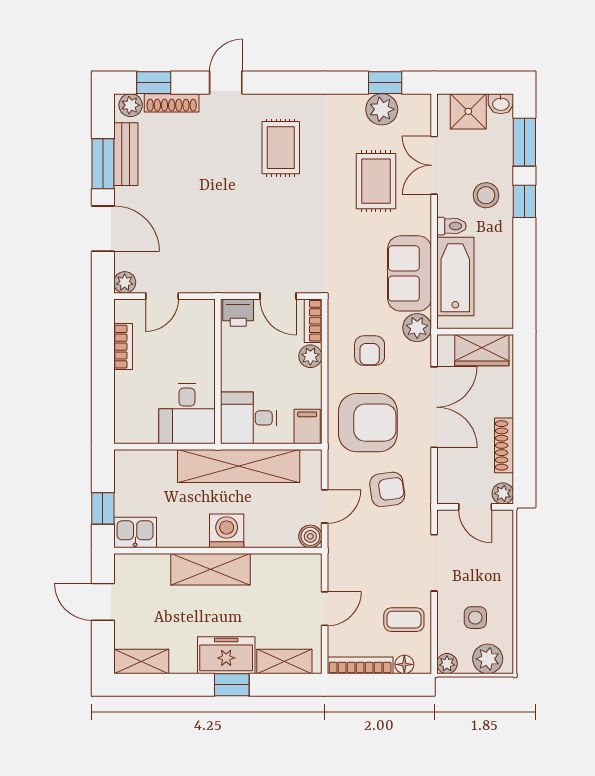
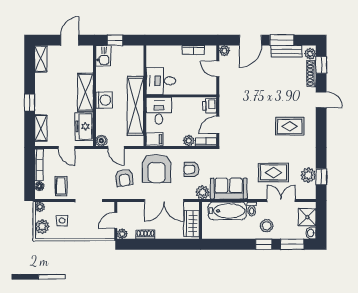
shoe rack: (504, 445) -> (145, 234), width x0.70
freezer: (226, 655) -> (84, 126), moved, turned 180

